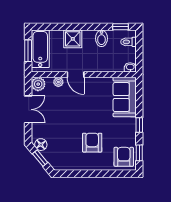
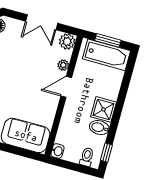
shower: (73, 39) -> (104, 109), moved

